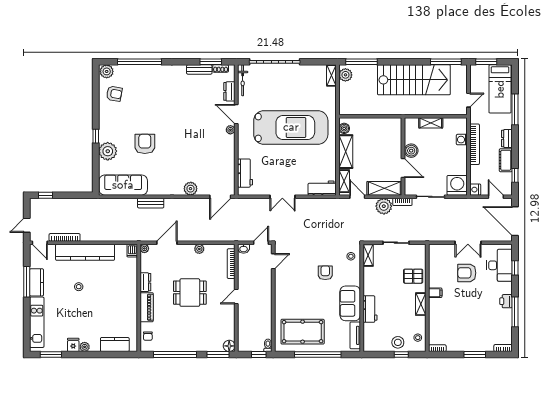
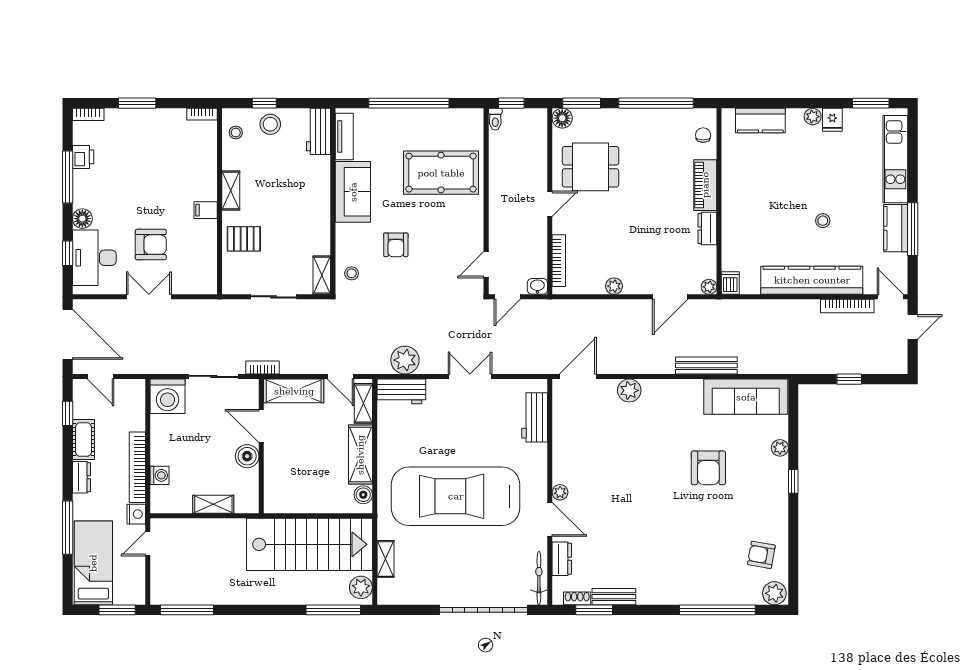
shelving: (331, 75) -> (385, 559), moved
stairs: (414, 80) -> (309, 544), moved, turned 180
plant: (108, 151) -> (780, 448), width x0.53, depth x0.53
nightstand: (475, 190) -> (136, 514), moved
window: (45, 195) -> (849, 379), moved
bench: (151, 203) -> (706, 365), width x1.36
plant: (384, 206) -> (405, 360), moved
floor lamp: (506, 288) -> (82, 219), added
dining table: (190, 293) -> (591, 167), moved
printer: (506, 301) -> (83, 157), moved
workbench: (370, 309) -> (319, 131), moved
pool table: (303, 332) -> (441, 173), moved

